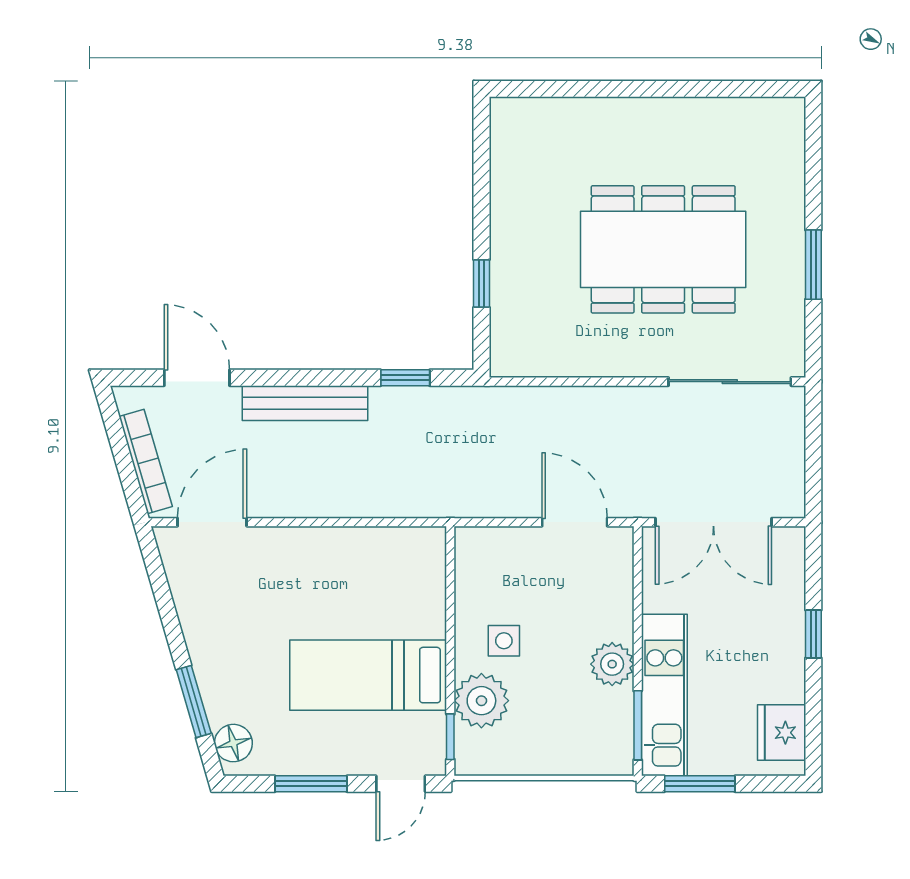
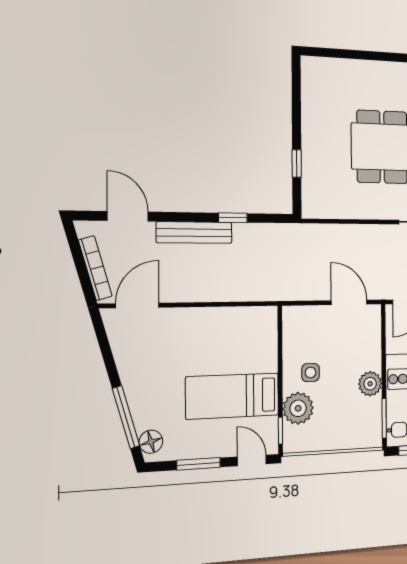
window: (405, 378) -> (233, 218), moved
window: (194, 701) -> (126, 417), width x1.44
door: (401, 784) -> (252, 460), swing flipped

